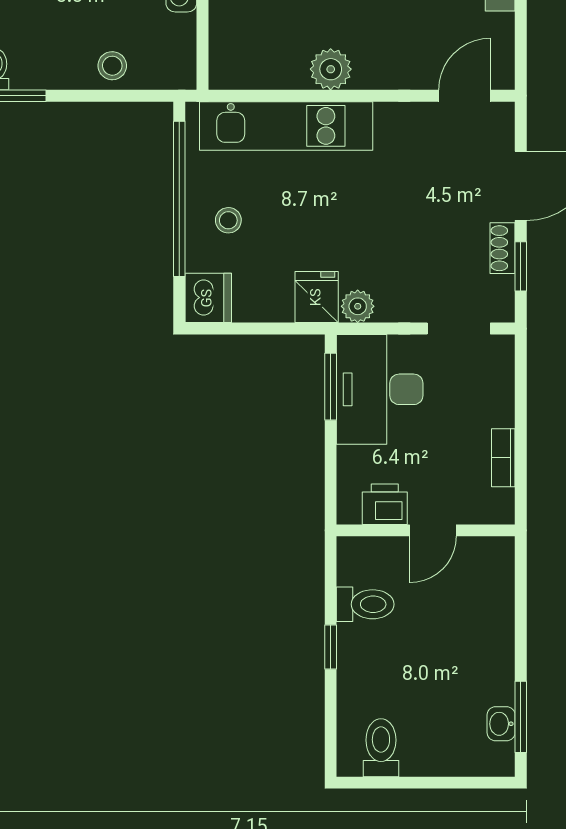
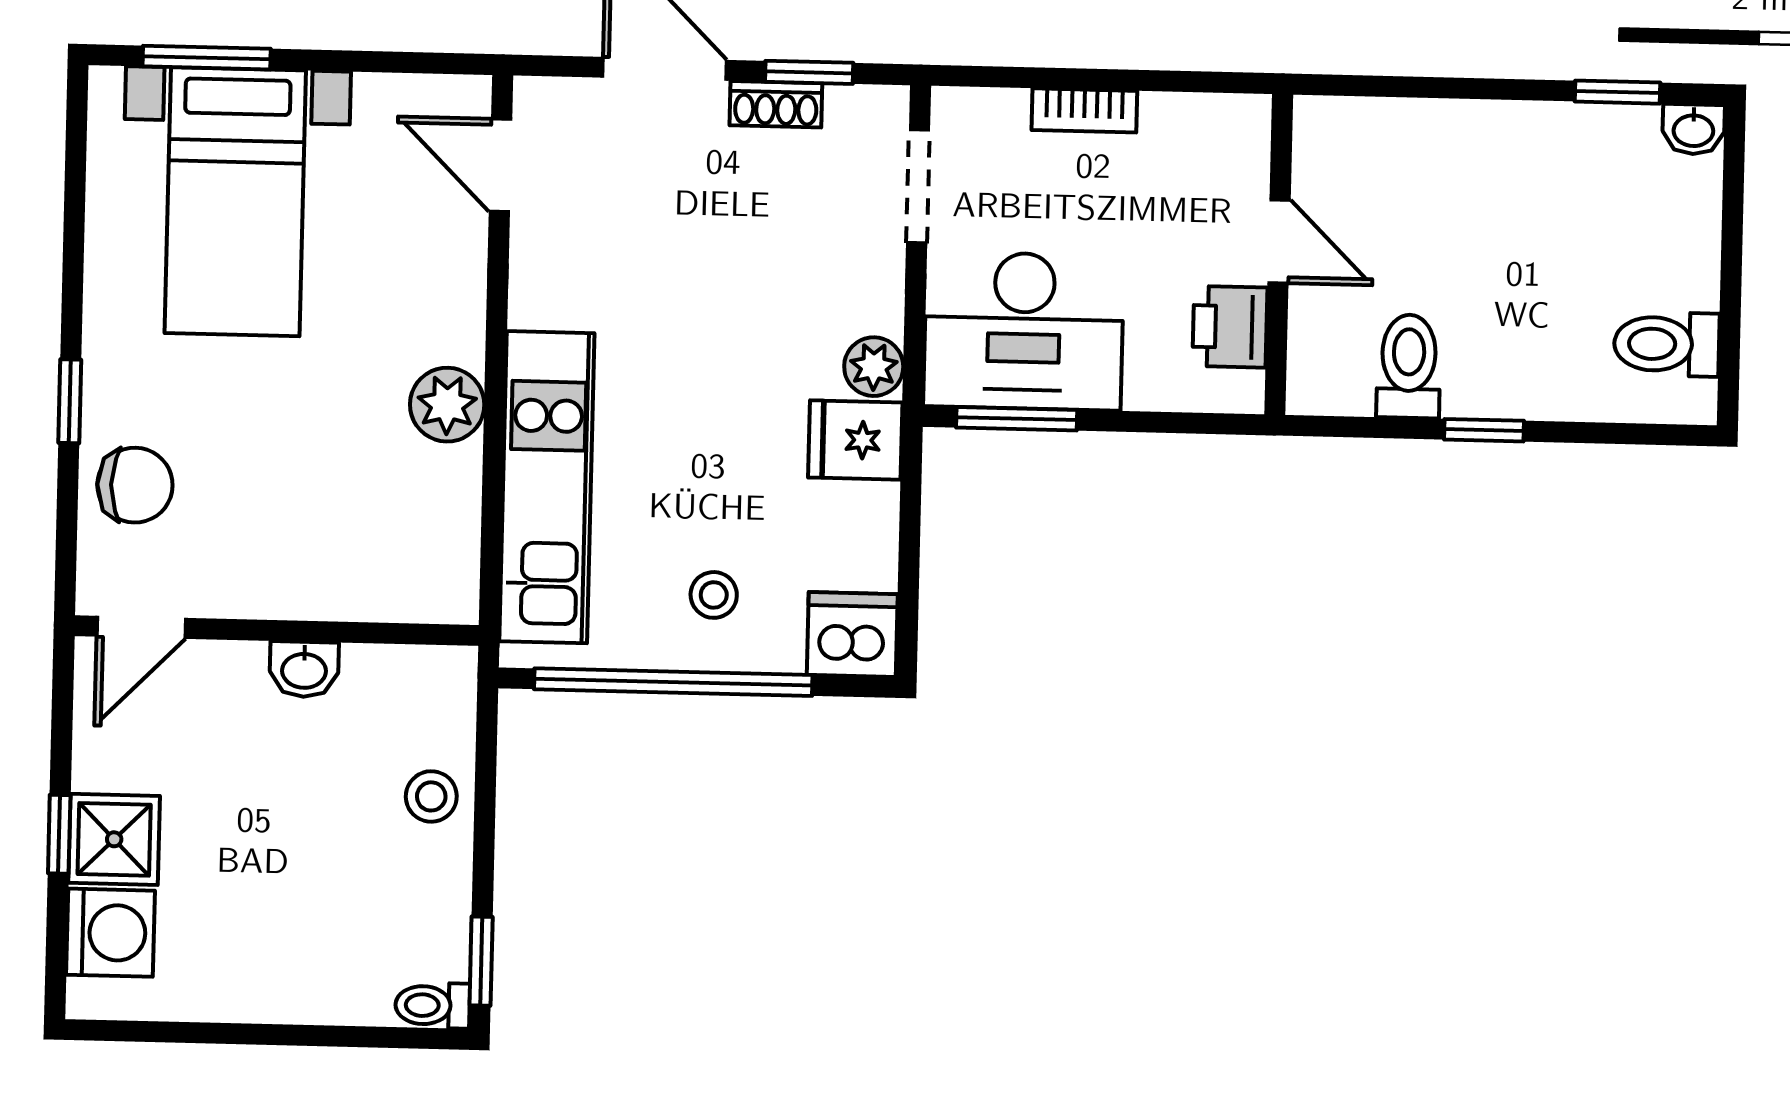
bookcase: (503, 458) -> (1084, 110), moved
window: (521, 717) -> (1618, 92), width x0.67
washbasin: (501, 724) -> (1693, 129), moved

